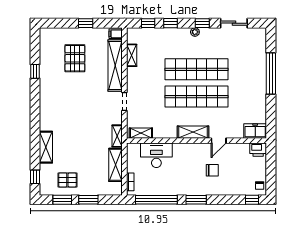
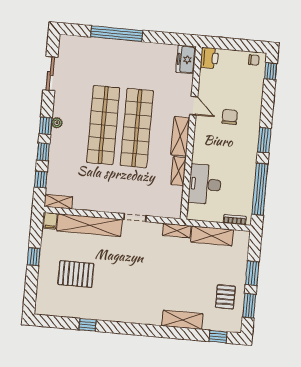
window: (202, 23) -> (46, 126), moved
shelving: (132, 55) -> (58, 202), moved
shelving: (141, 133) -> (178, 171), moved

